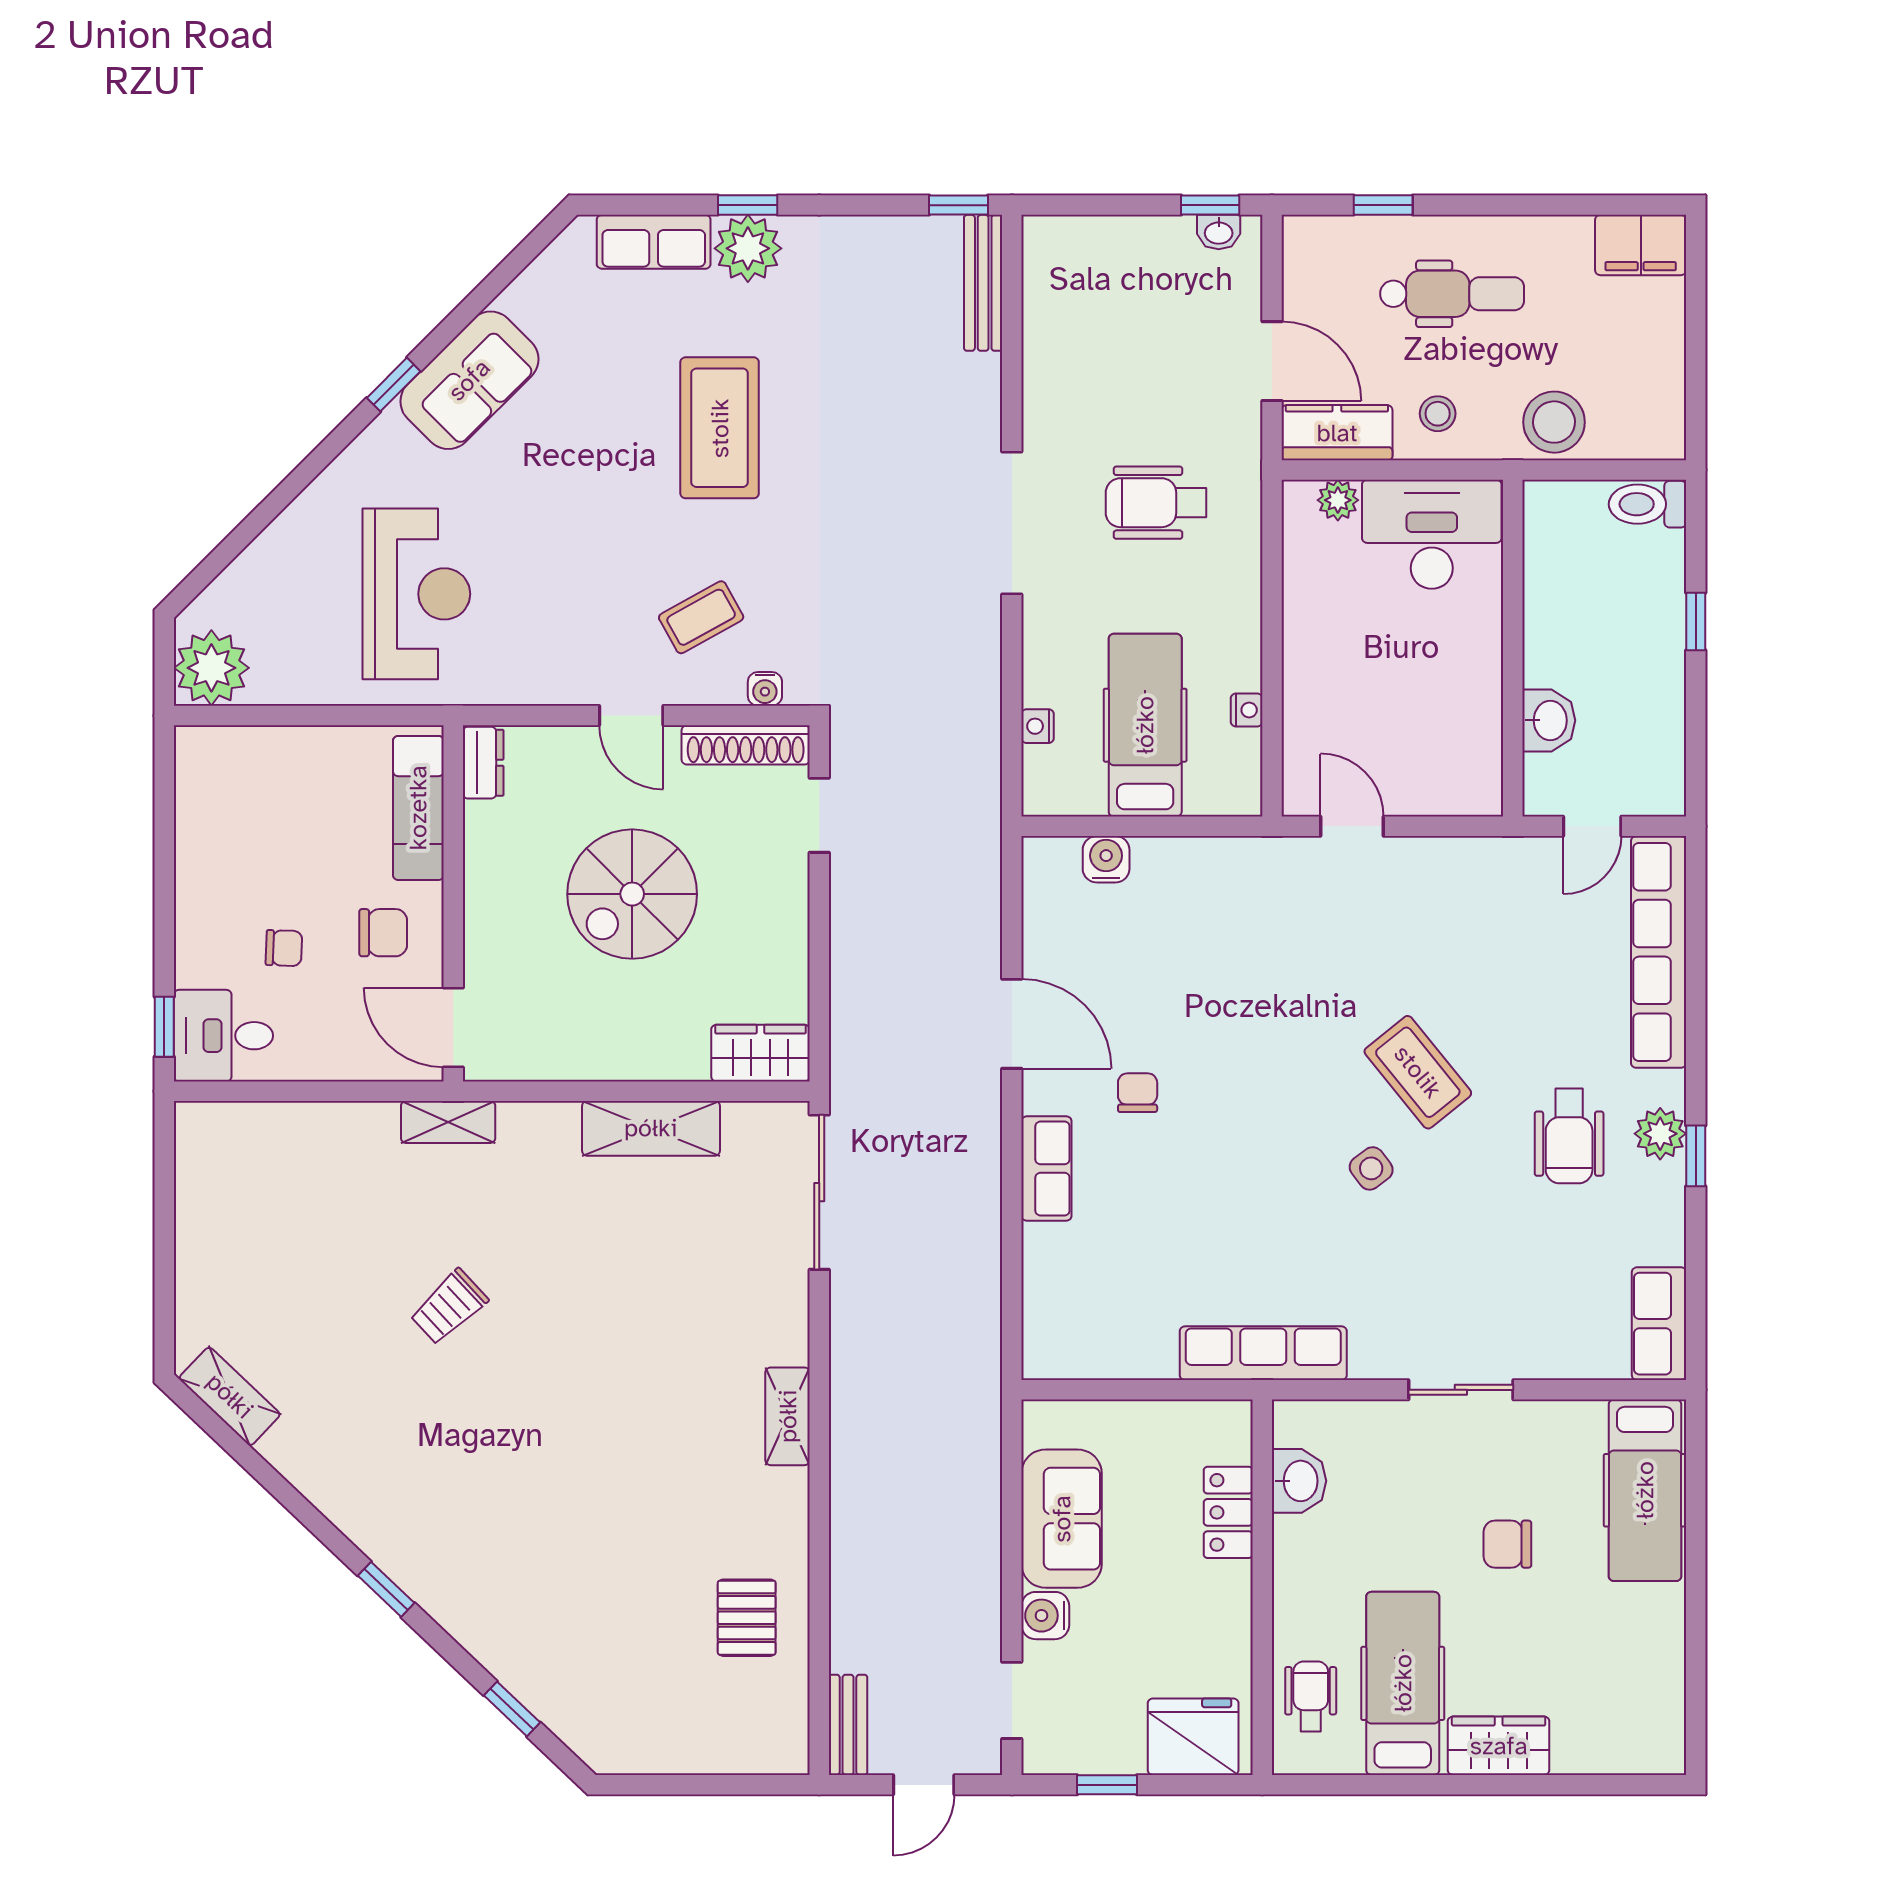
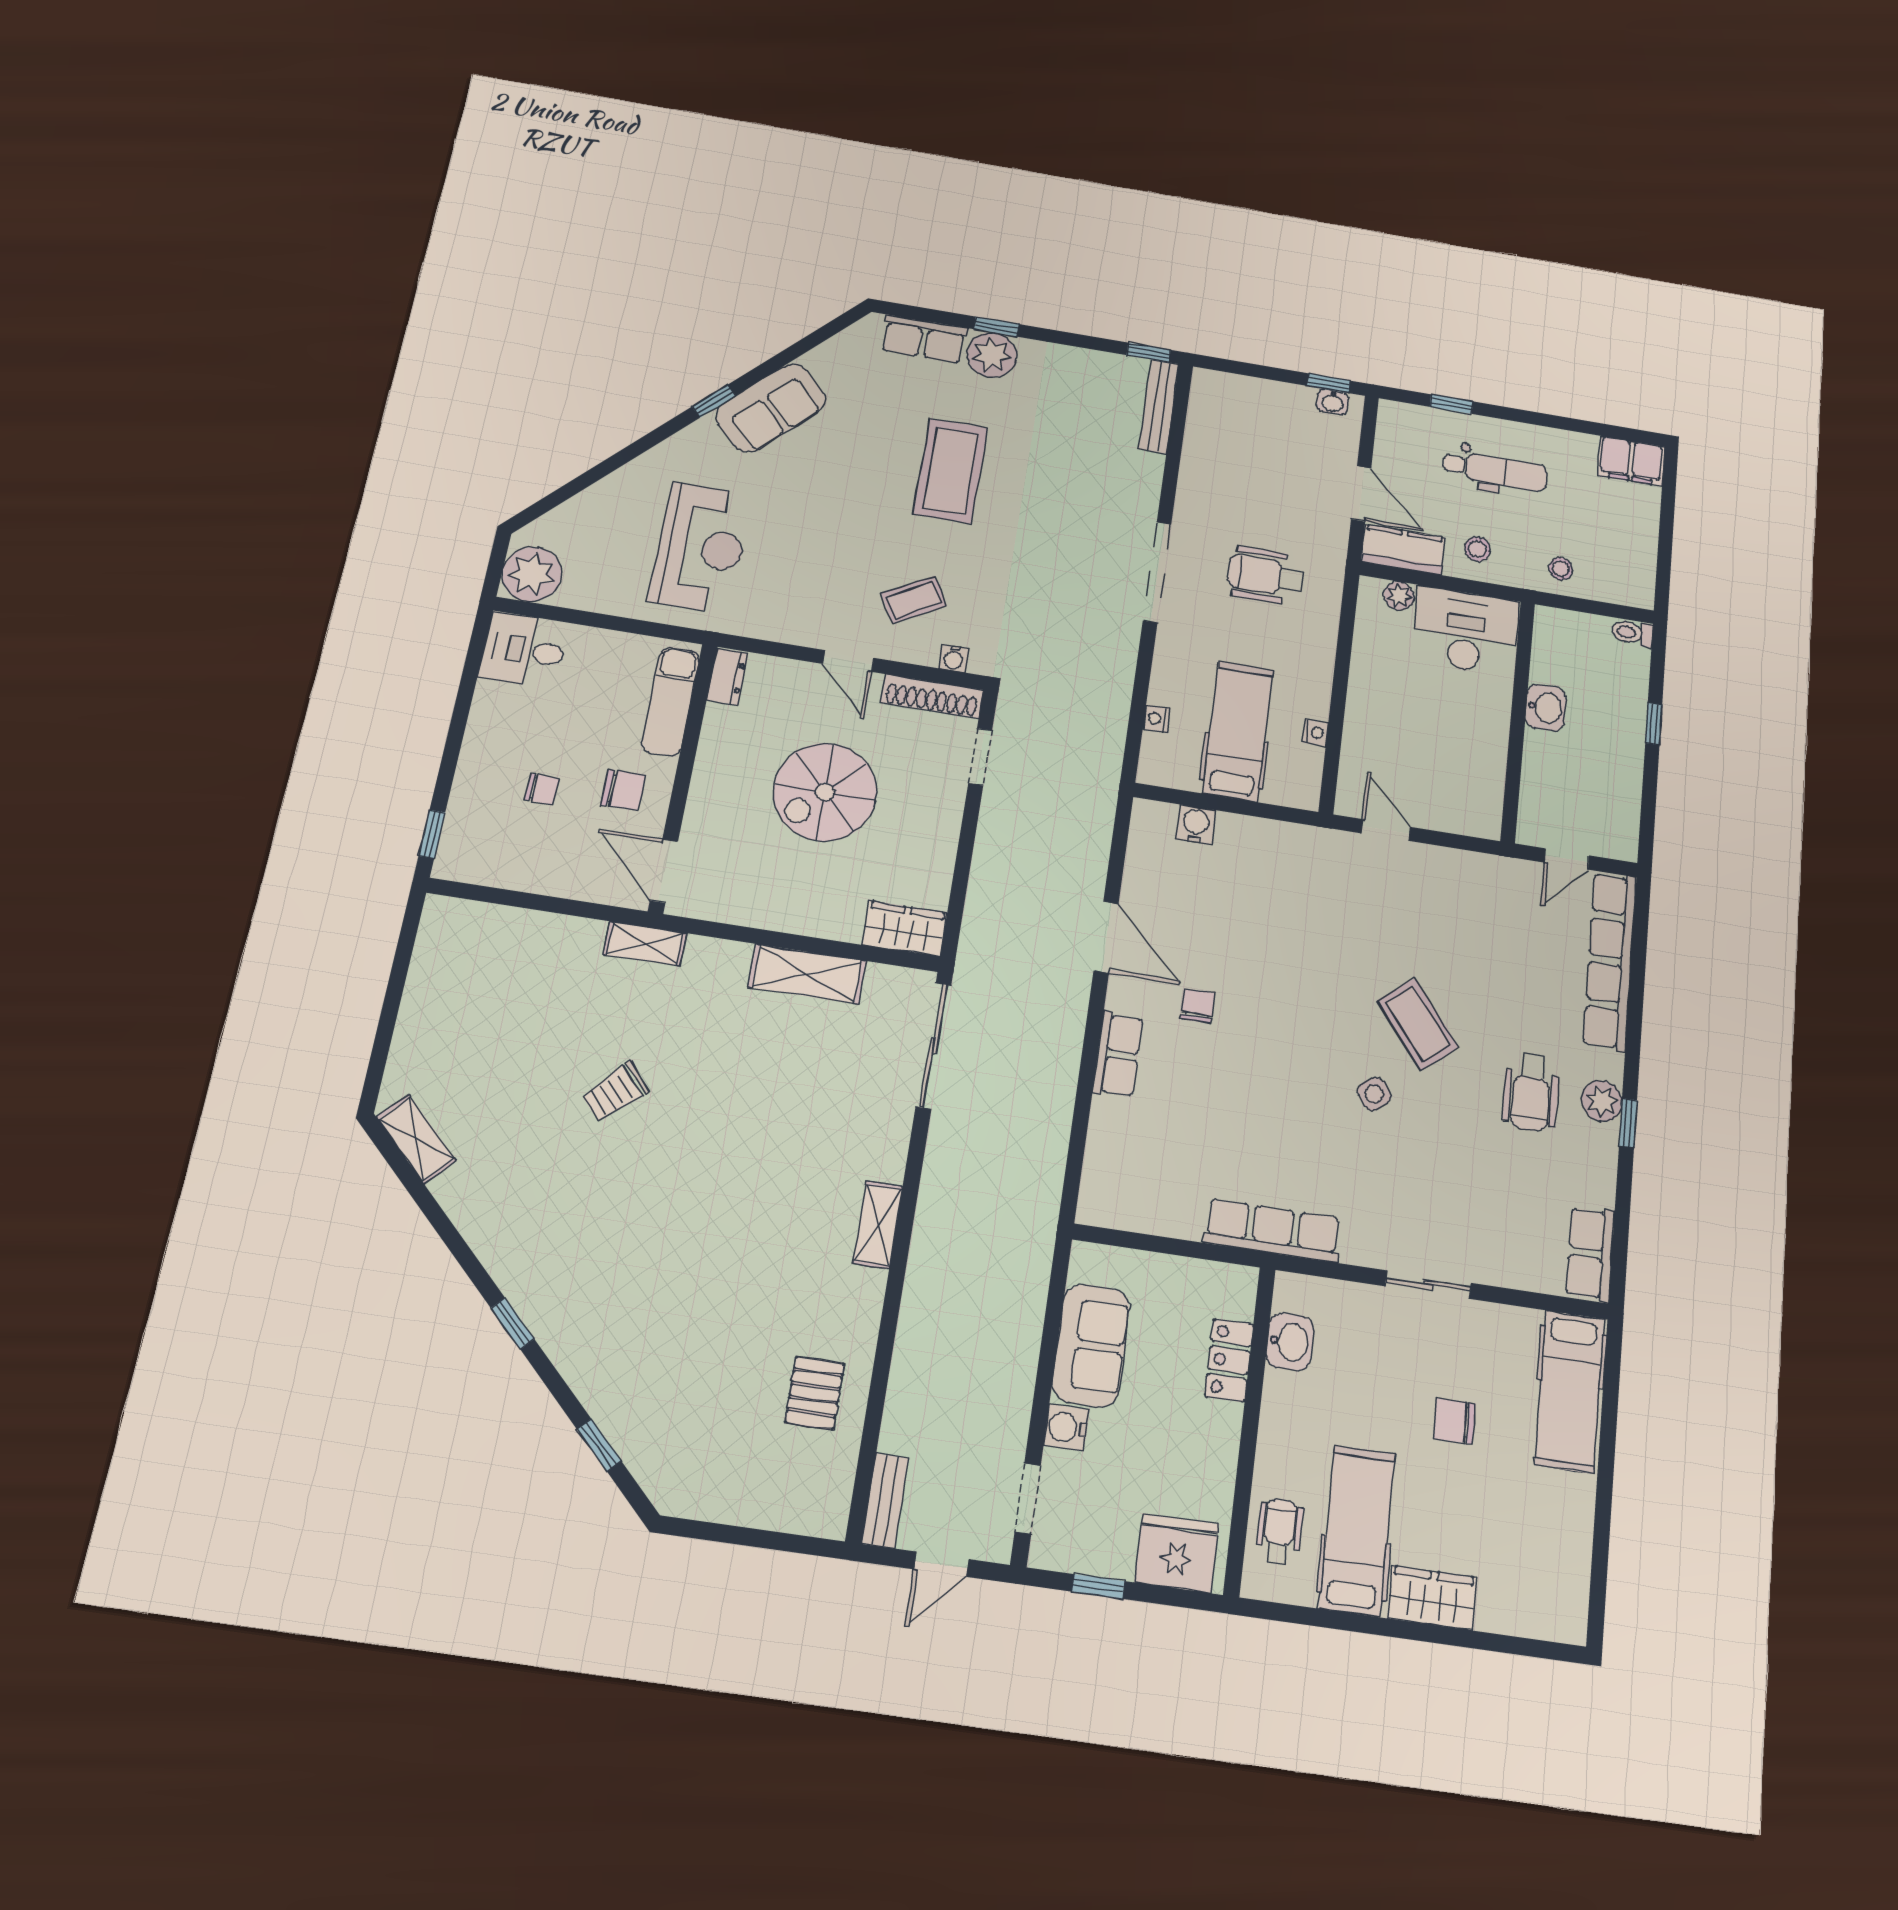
stool: (1554, 422) -> (1561, 569), width x0.53, depth x0.53
toilet: (1647, 504) -> (1632, 633), width x0.73, depth x0.72
washbasin: (1549, 720) -> (1546, 707), moved
desk: (223, 1036) -> (524, 650), moved

